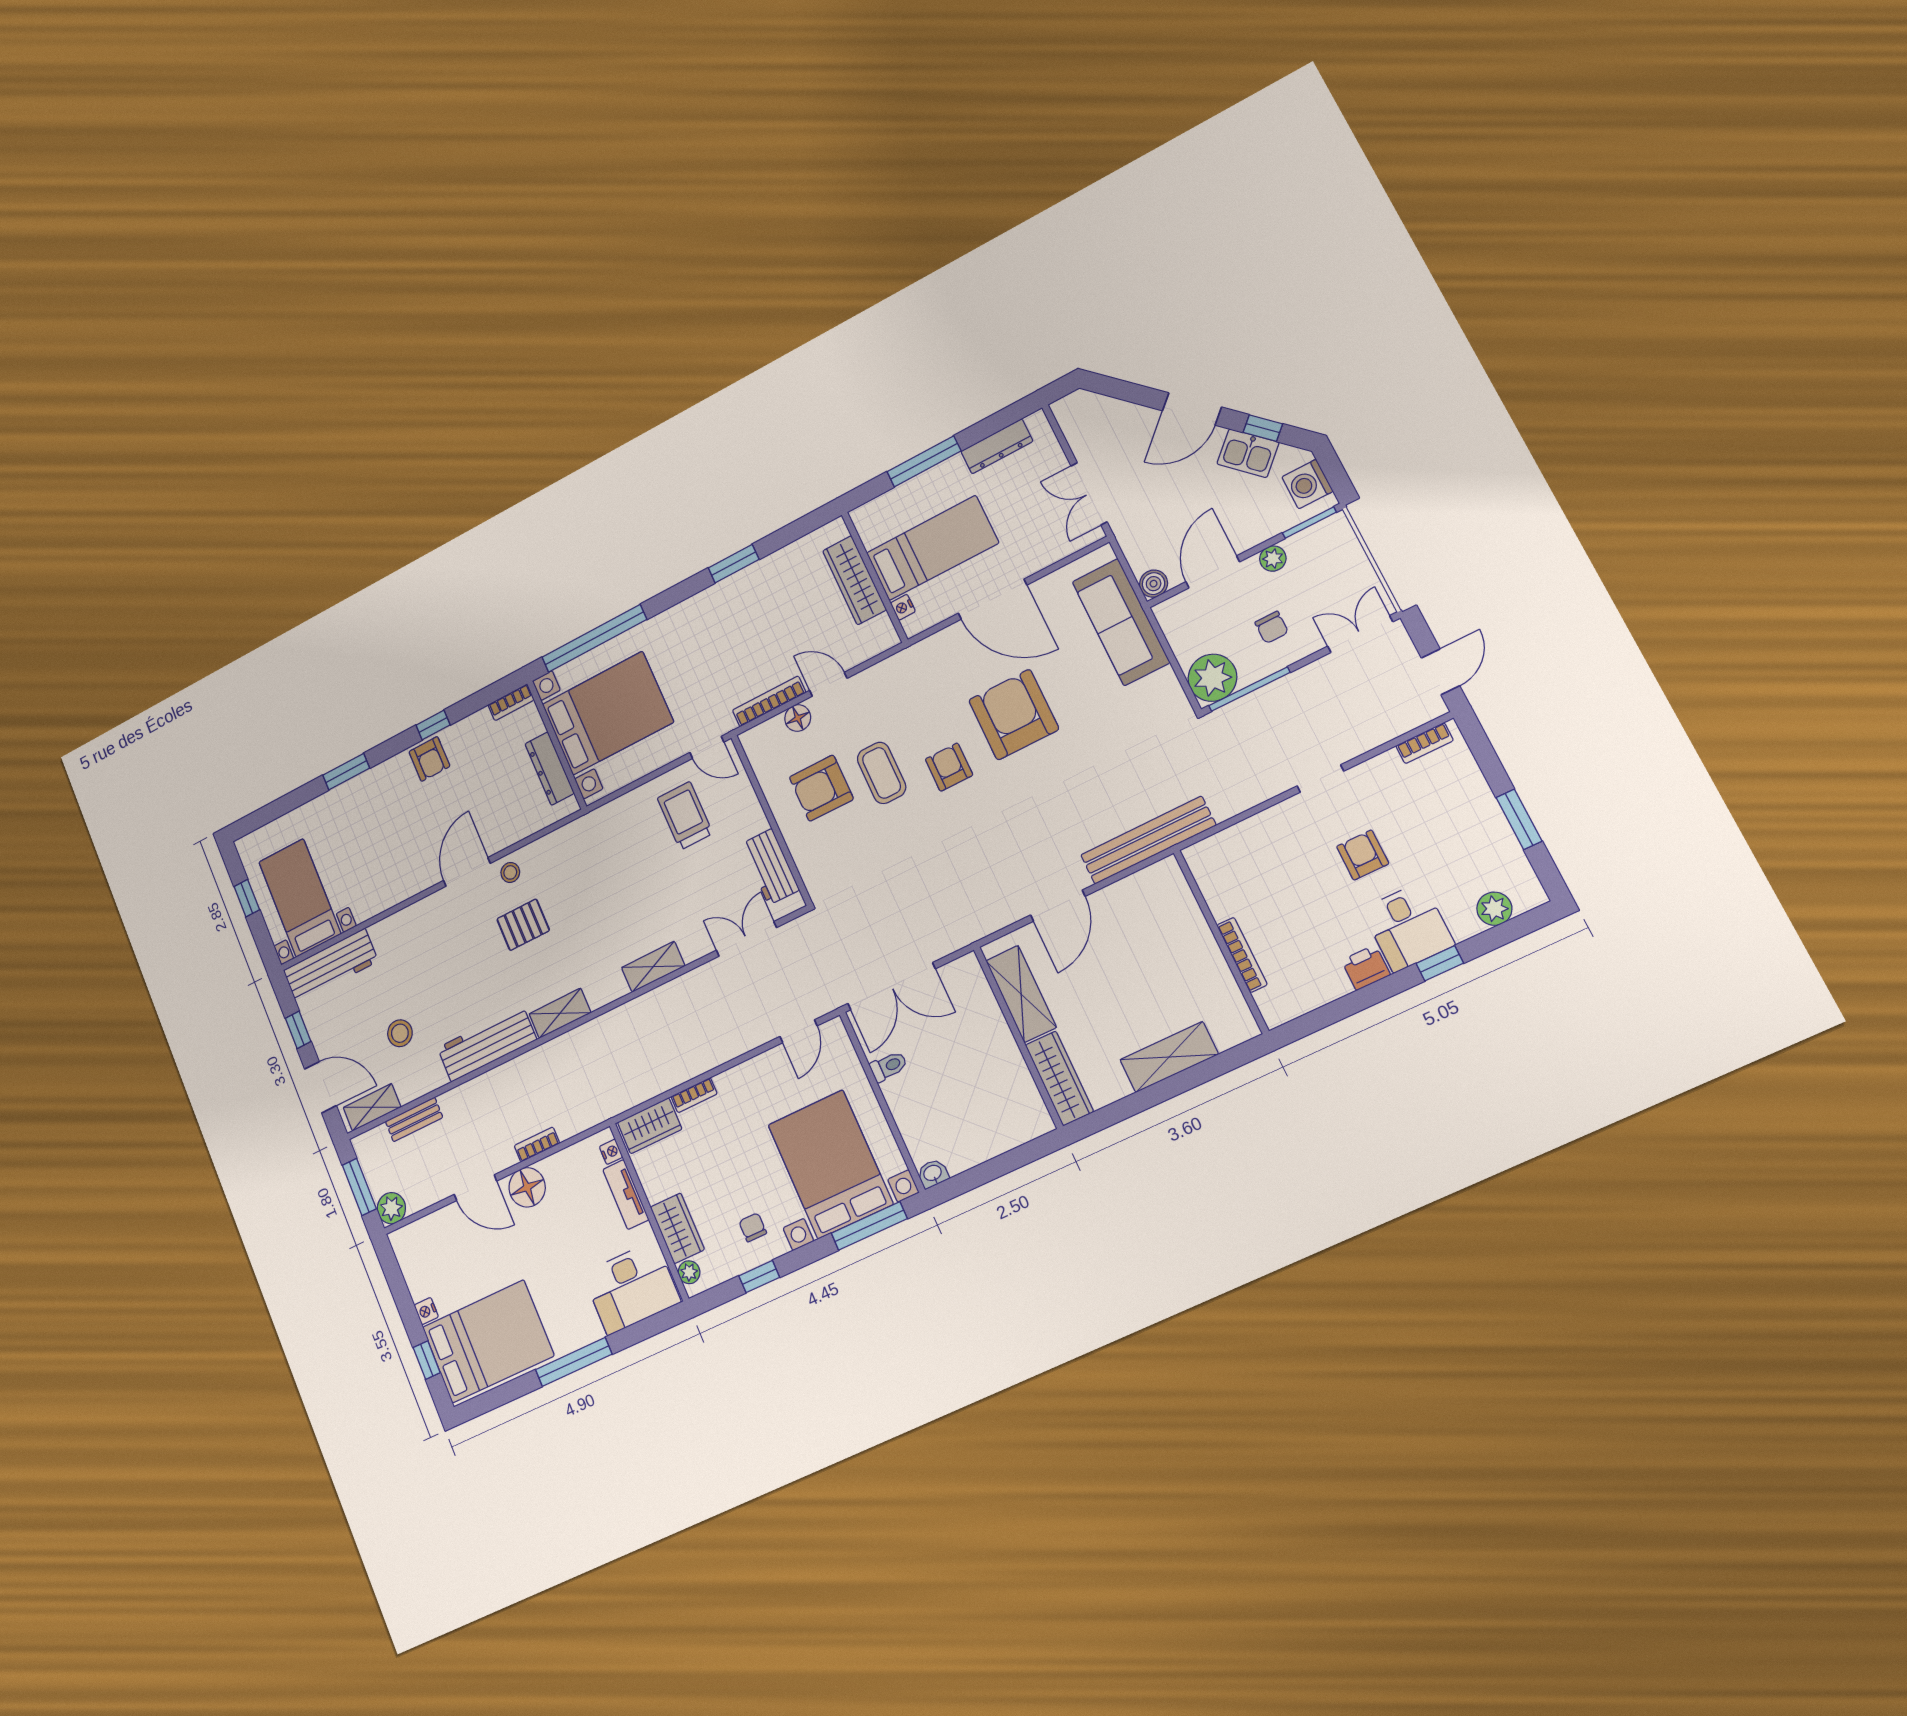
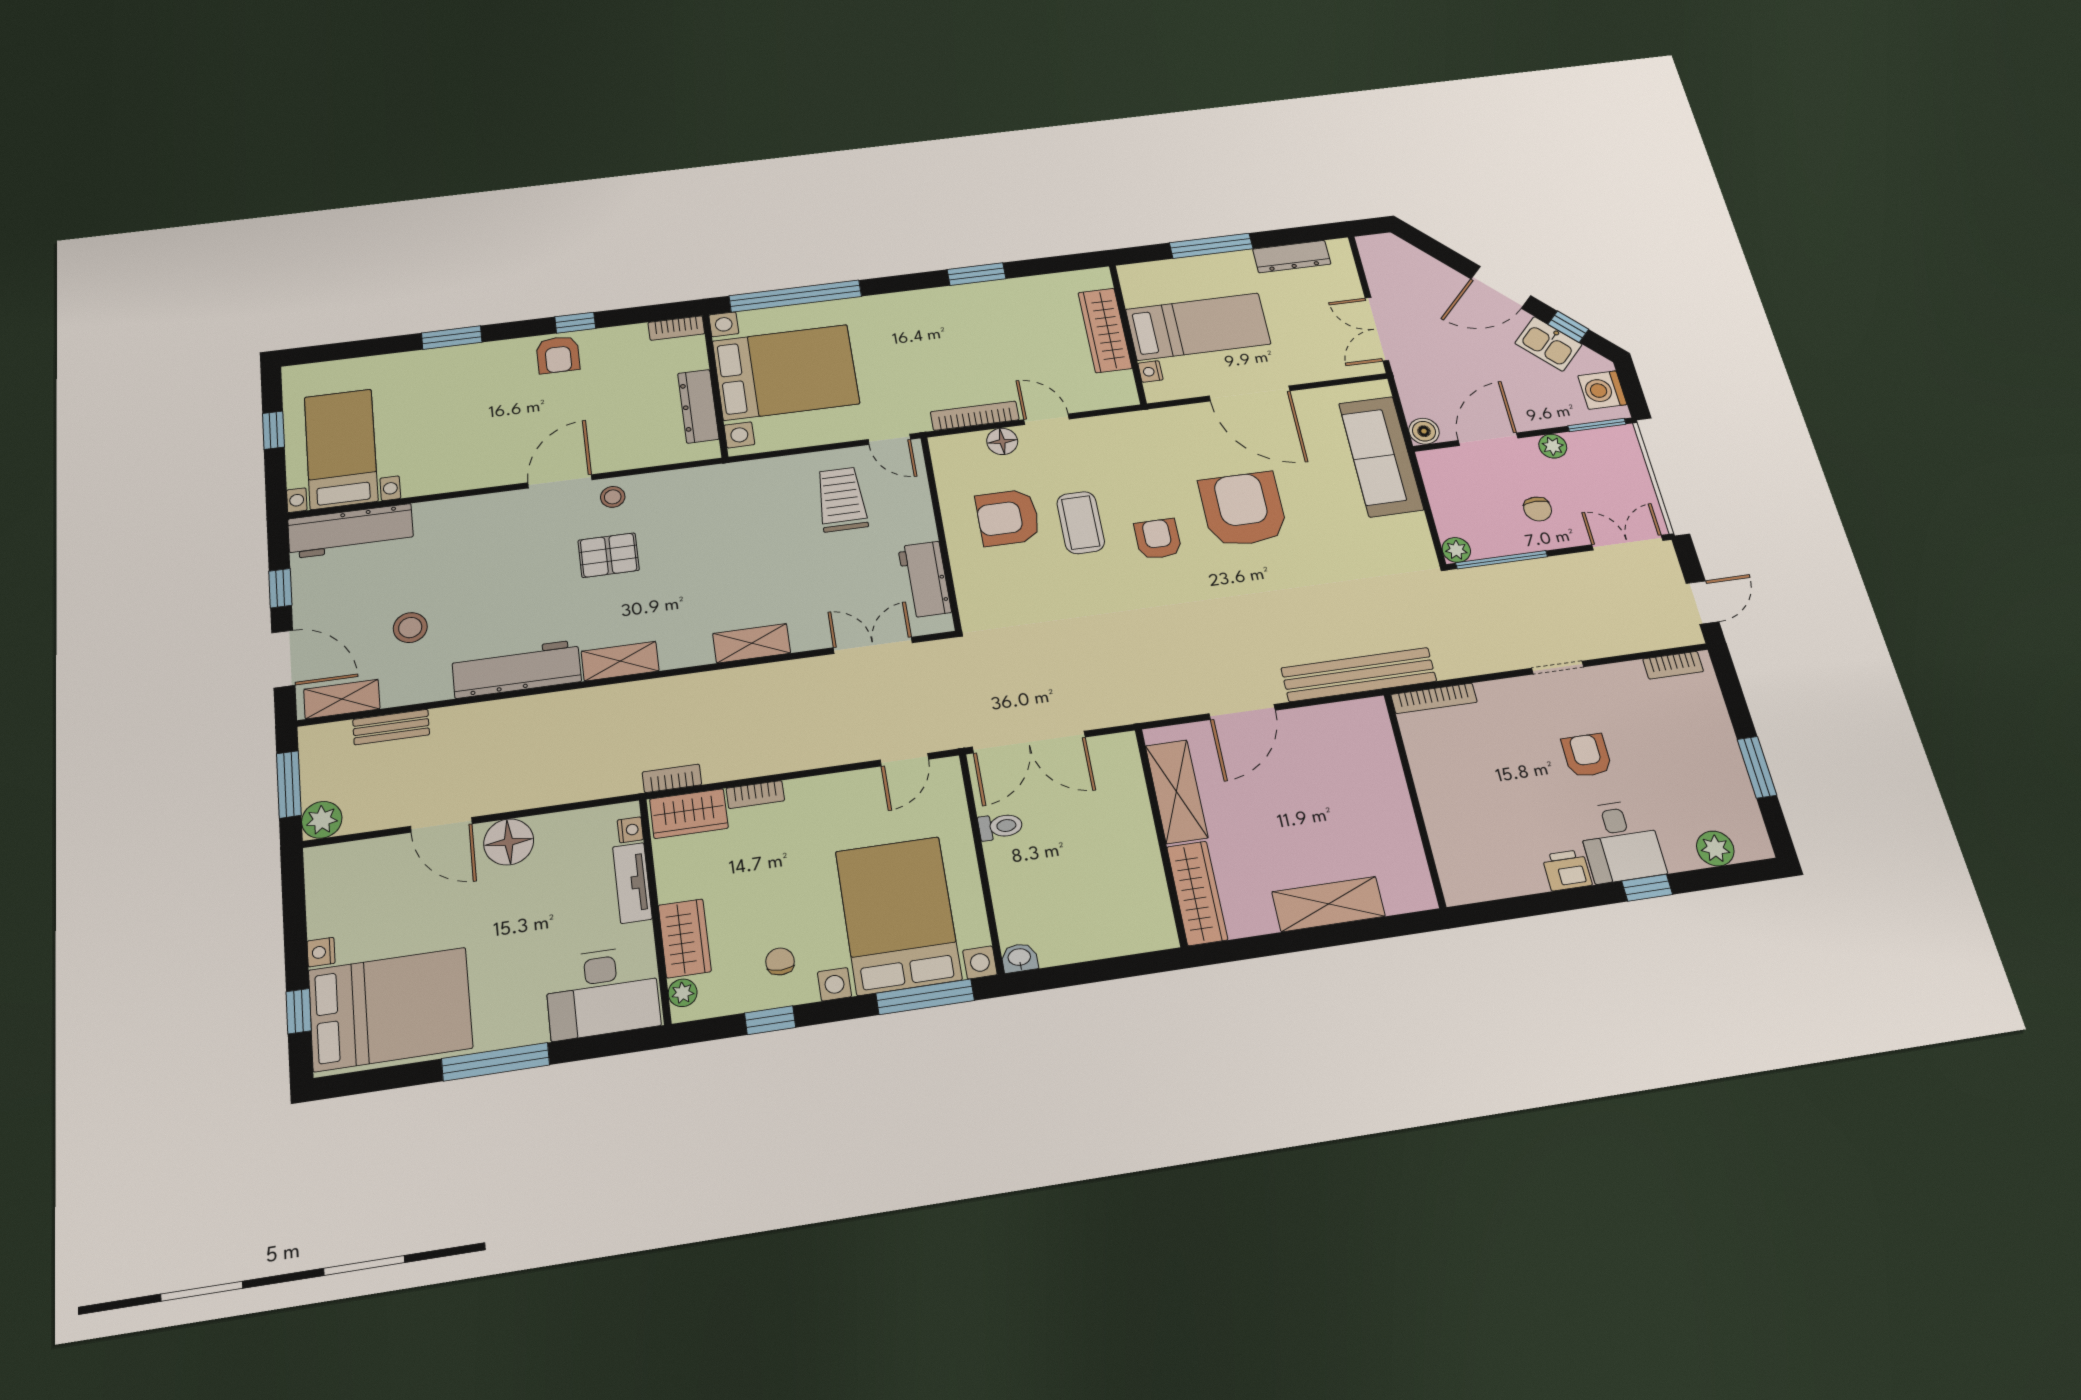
plant: (1212, 678) -> (1456, 550), width x0.53, depth x0.53
bookcase: (1242, 955) -> (1434, 698), moved, turned 90
bookcase: (537, 1145) -> (672, 778), moved

